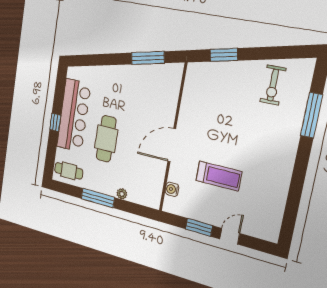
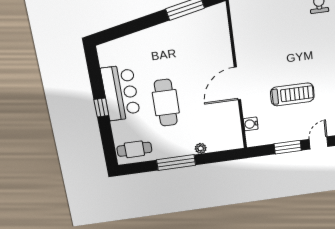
bar counter: (74, 115) -> (121, 93), width x0.73

